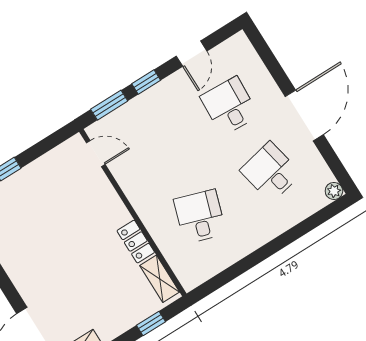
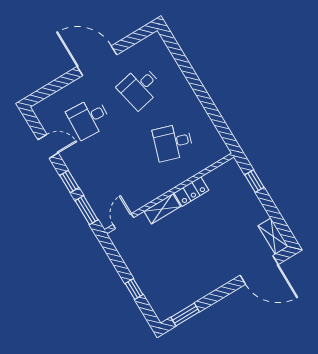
plant: (334, 191) -> (155, 39), removed
shelving: (160, 279) -> (162, 209), moved

